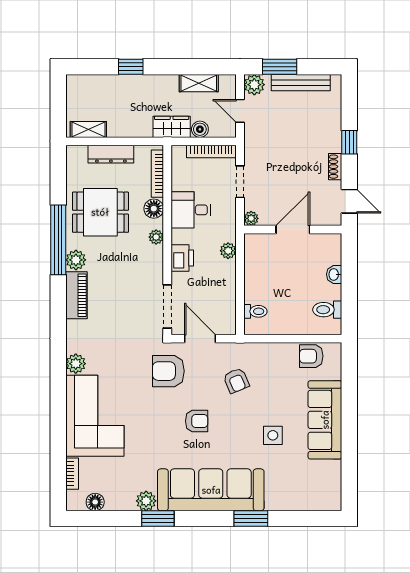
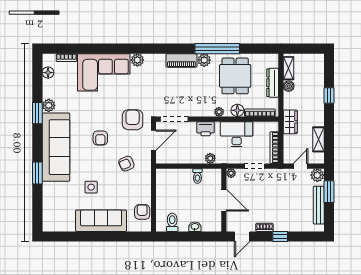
boiler: (200, 129) -> (289, 86), moved
desk: (191, 210) -> (237, 134), width x1.37
toilet: (255, 311) -> (197, 176), moved

